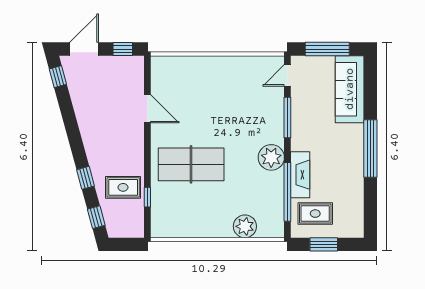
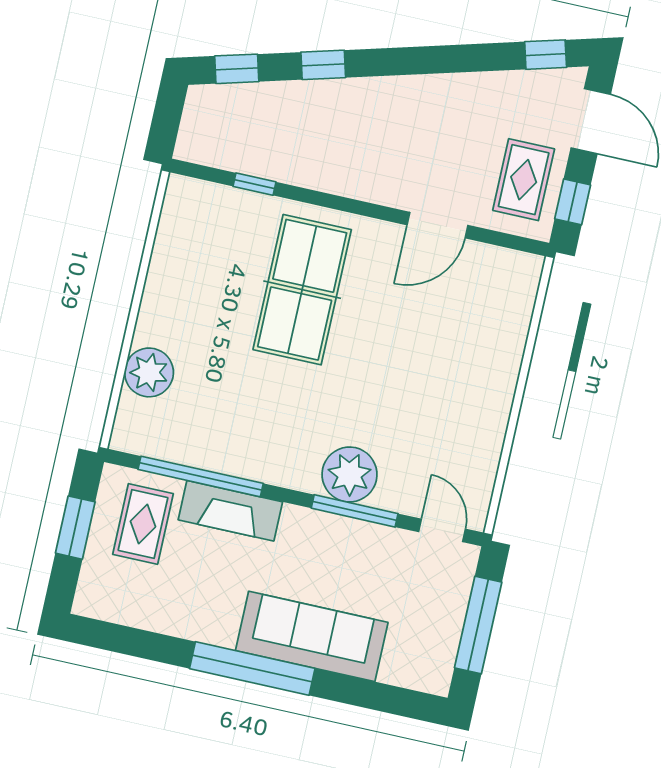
sofa: (350, 89) -> (312, 636), moved
plant: (271, 157) -> (350, 475), moved
rug: (123, 187) -> (524, 180), moved

